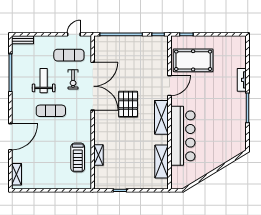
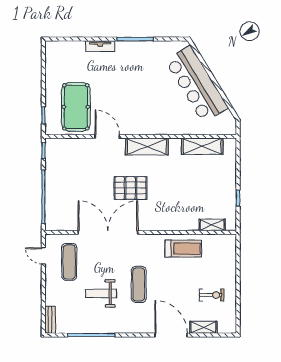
exercise bike: (73, 79) -> (212, 295), moved
bar counter: (183, 136) -> (197, 84), moved, turned -121
shelving: (99, 155) -> (212, 225), moved
treadmill: (78, 157) -> (183, 249), moved
shelving: (16, 174) -> (203, 327), moved

